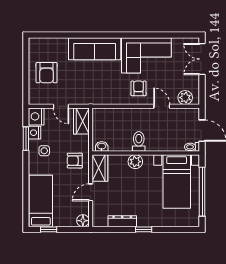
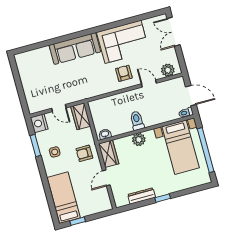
armchair: (47, 73) -> (38, 82), removed
nightstand: (35, 133) -> (42, 138), removed
floor lamp: (83, 221) -> (106, 205), removed

